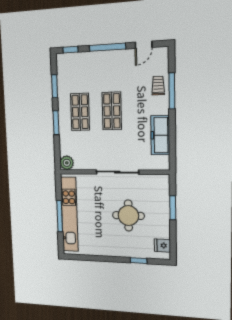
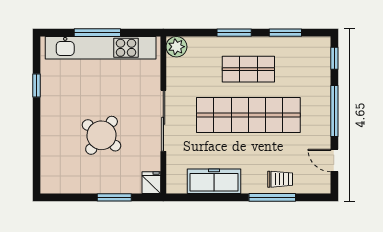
shop shelf: (112, 111) -> (248, 115), width x2.00, depth x1.36
round table: (128, 216) -> (102, 135), turned 37
fridge: (162, 245) -> (151, 183), moved
window: (139, 261) -> (37, 85), moved

